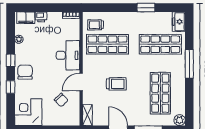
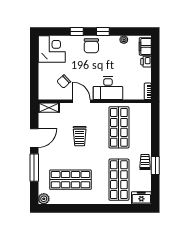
trolley: (96, 25) -> (145, 162), moved
window: (189, 64) -> (100, 208), removed
chair: (25, 72) -> (91, 46), turned 90

